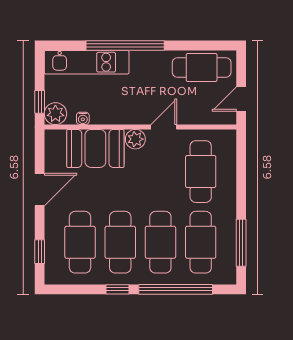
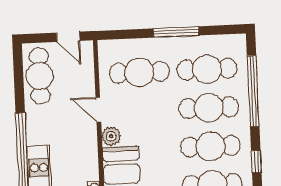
window: (241, 243) -> (176, 32), moved
window: (117, 289) -> (256, 162), moved

